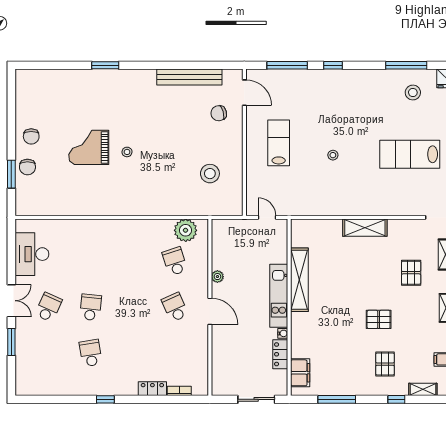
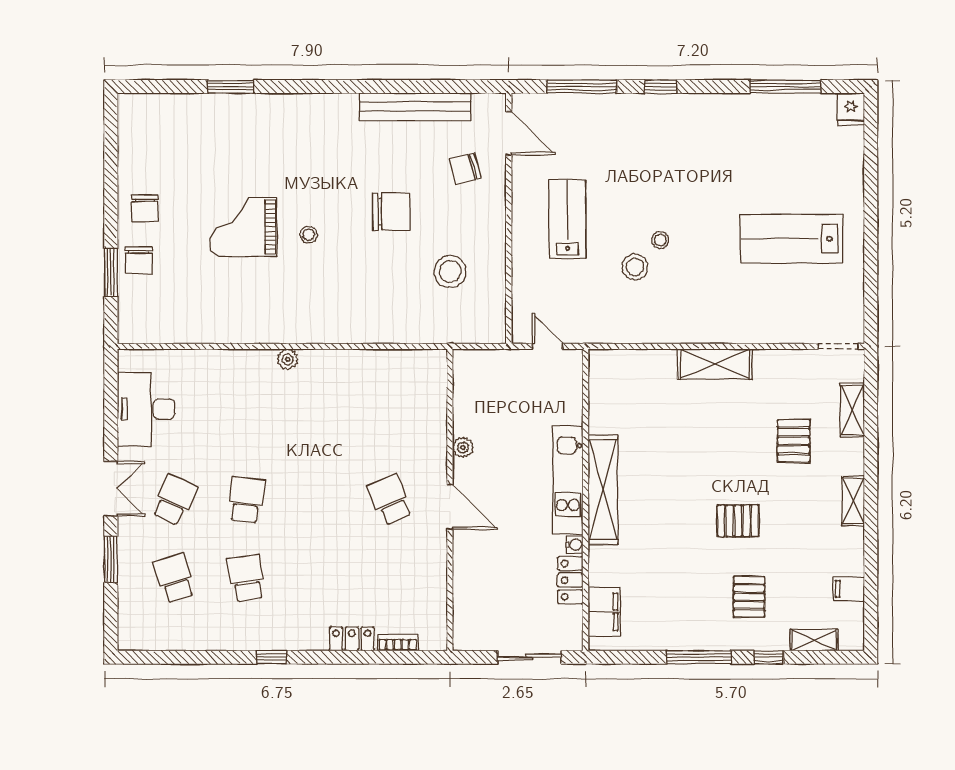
window: (105, 65) -> (231, 87), moved
stool: (413, 93) -> (635, 267), moved
chair: (176, 138) -> (391, 211), added
plant: (186, 230) -> (288, 359), moved, width x0.53, depth x0.53
school desk: (175, 261) -> (174, 578), moved
shelving: (299, 280) -> (603, 490), moved
window: (337, 399) -> (699, 657), moved

